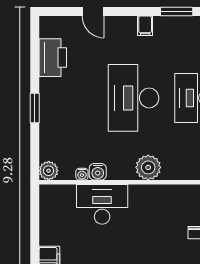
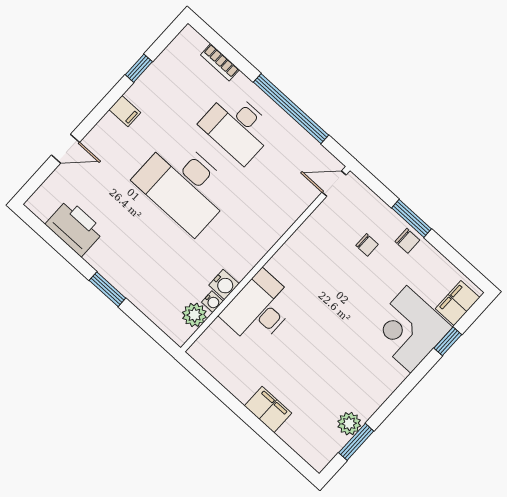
window: (177, 11) -> (139, 68), width x0.67
plant: (148, 167) -> (264, 232), removed
plant: (49, 171) -> (194, 315), moved

